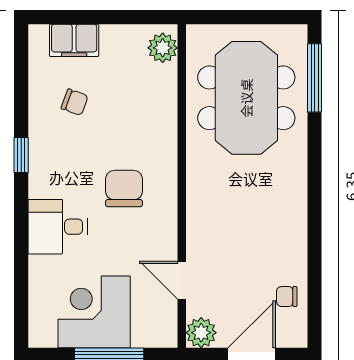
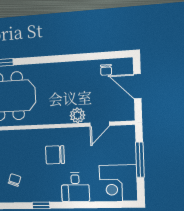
corner desk: (94, 312) -> (118, 183), moved
plant: (201, 333) -> (77, 115), moved

